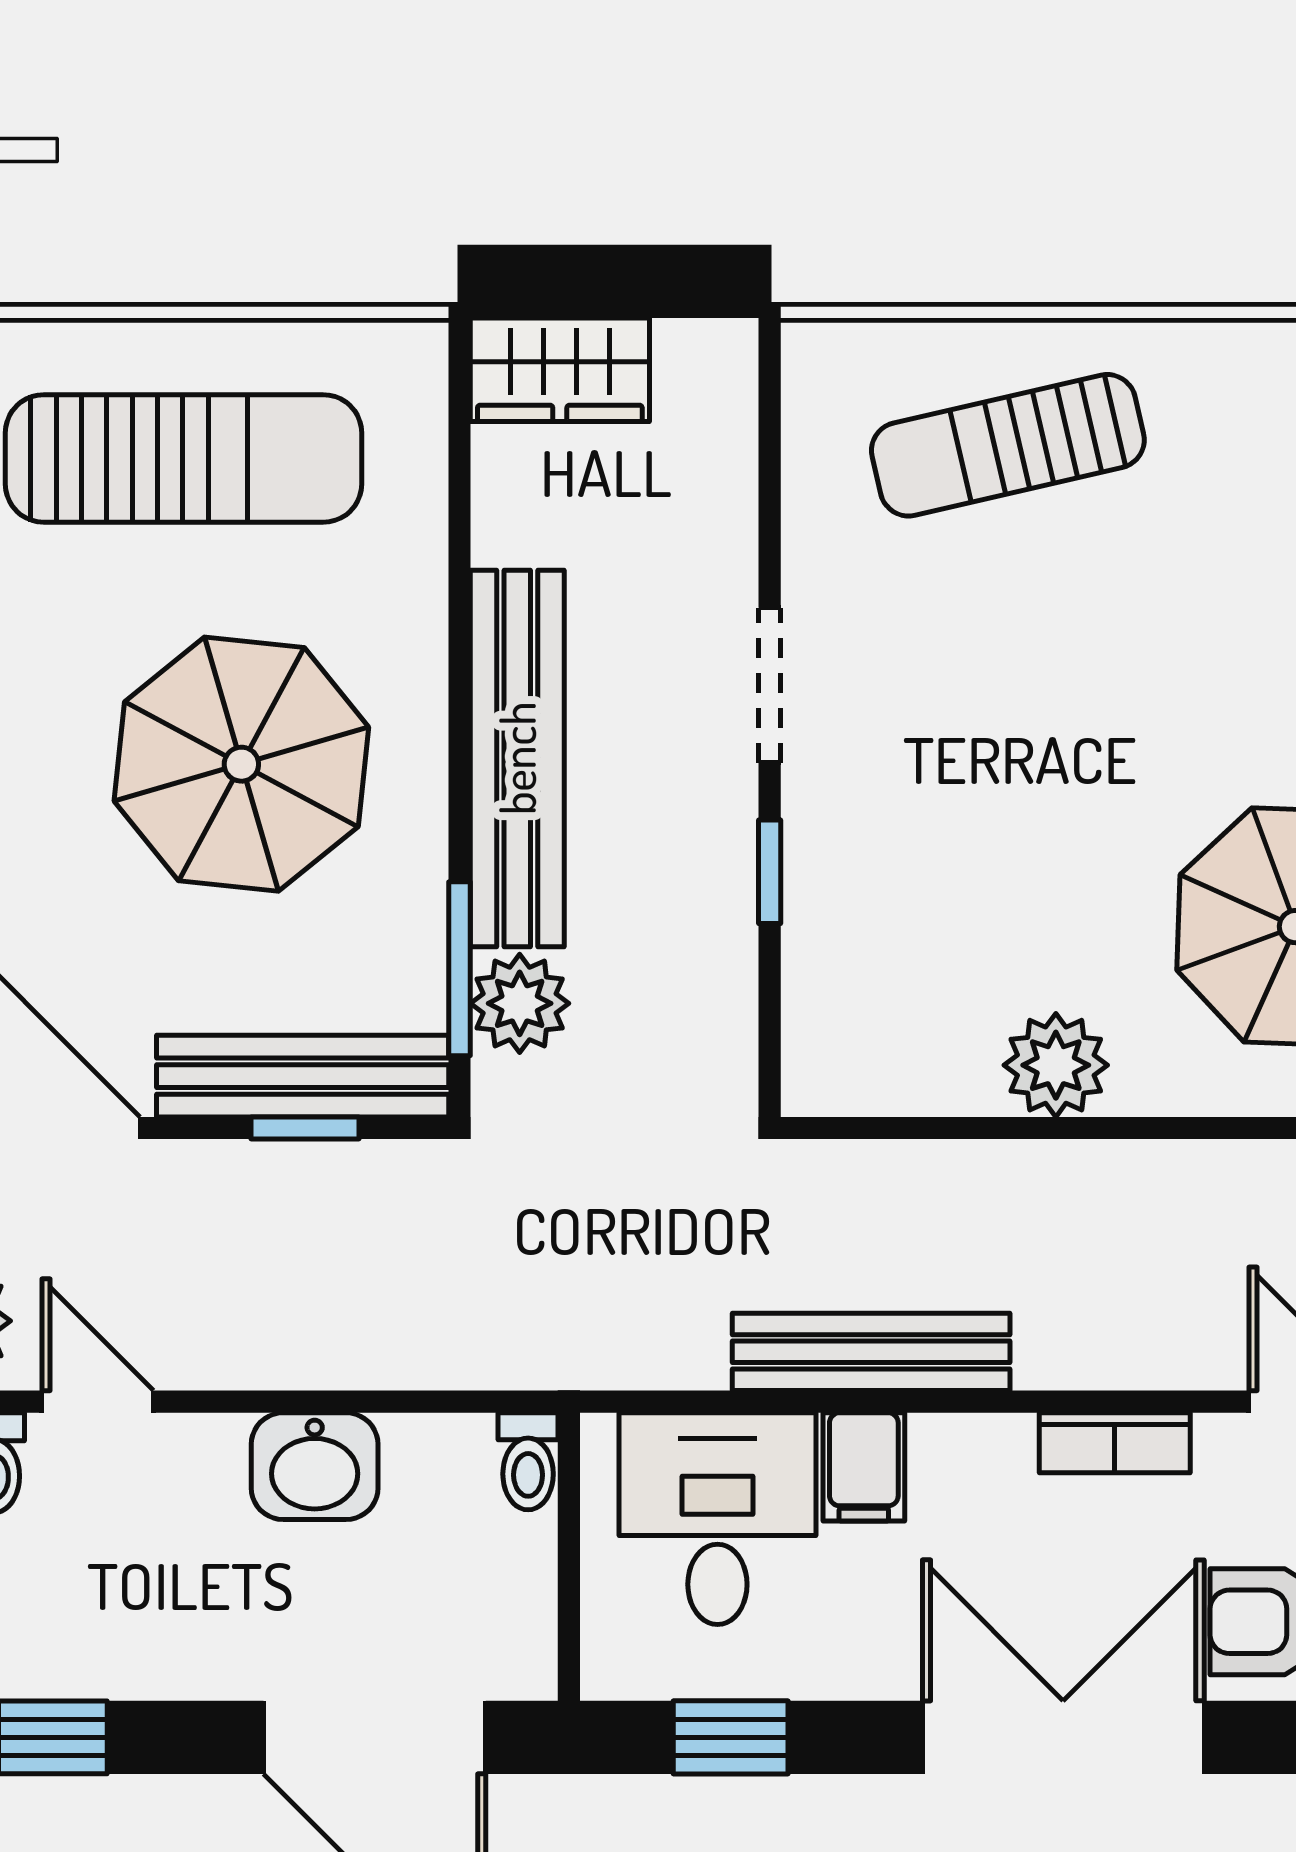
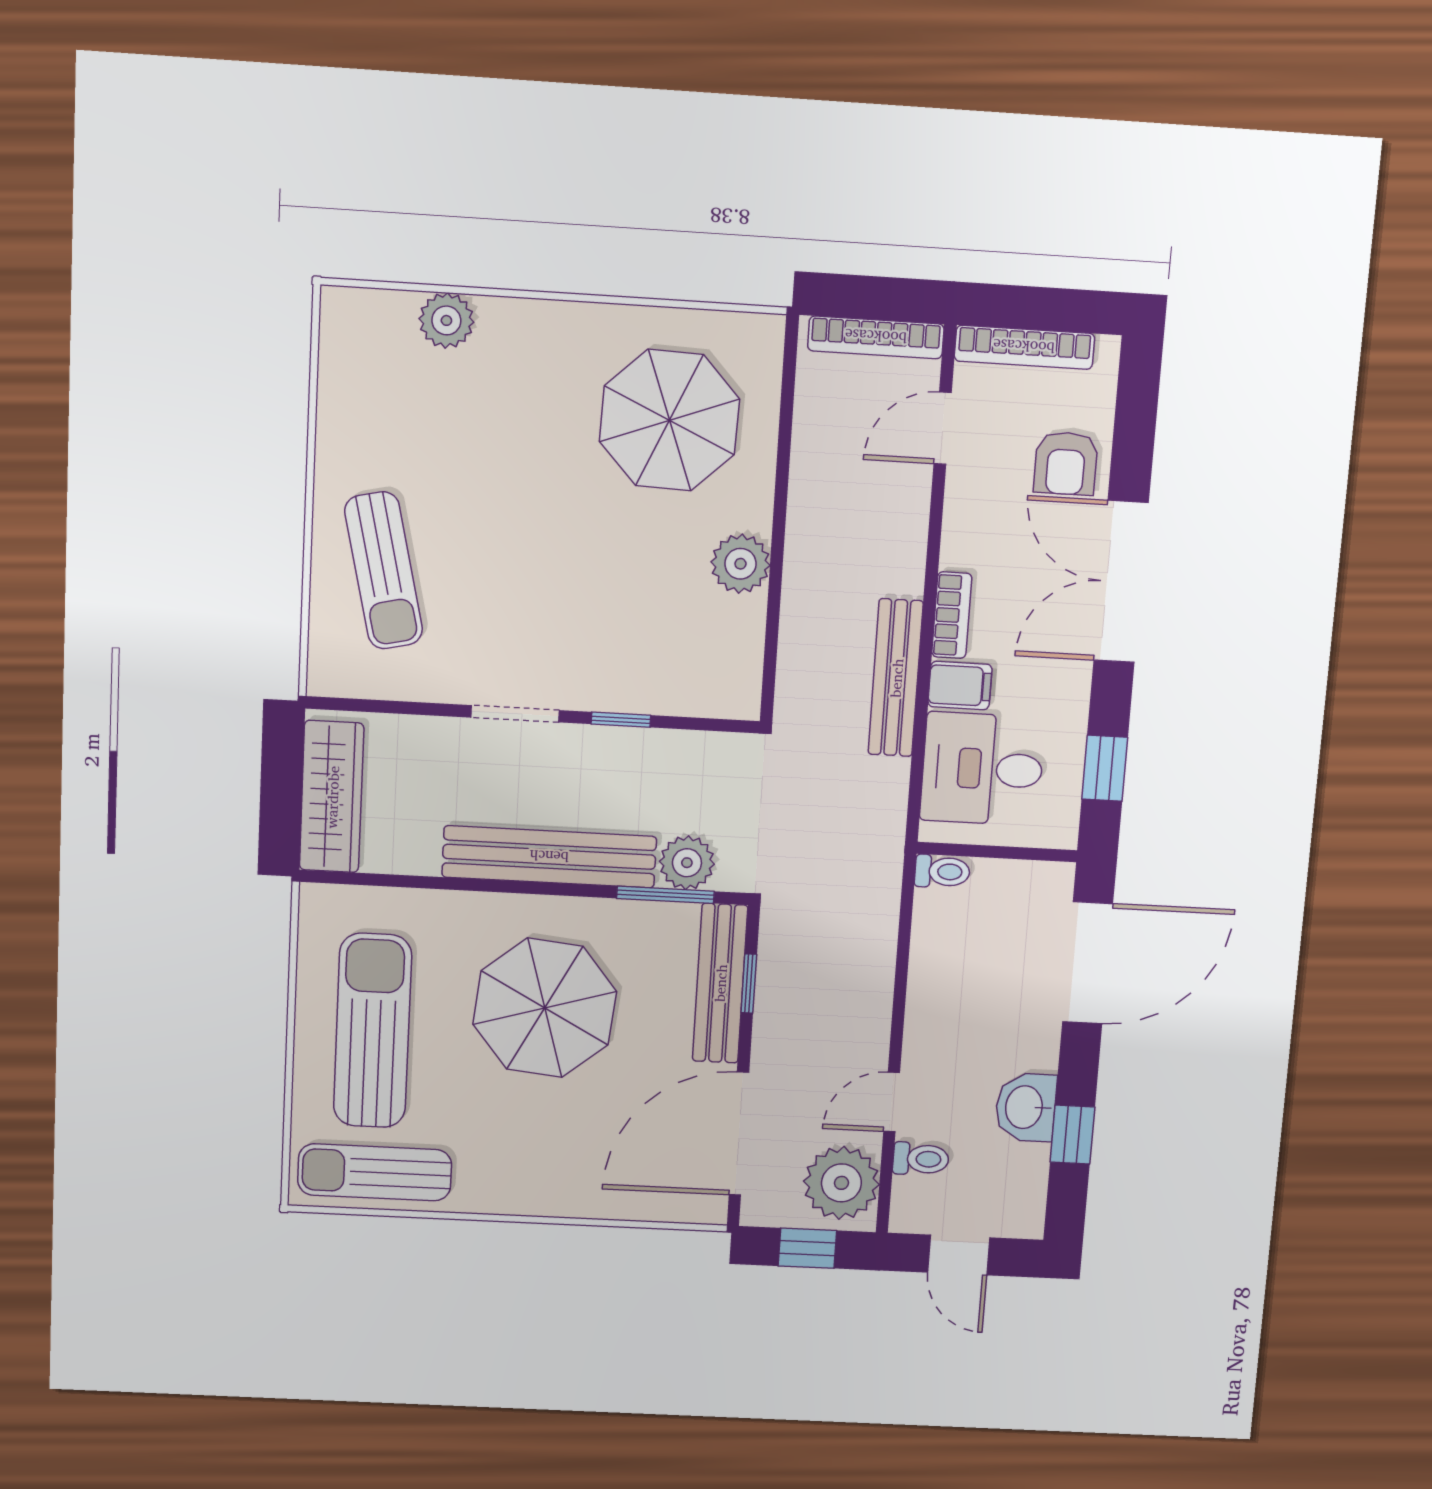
wardrobe: (560, 370) -> (332, 797), width x1.50
bookcase: (1115, 1443) -> (952, 615), moved
washbasin: (315, 1466) -> (1026, 1107), moved, turned 180

